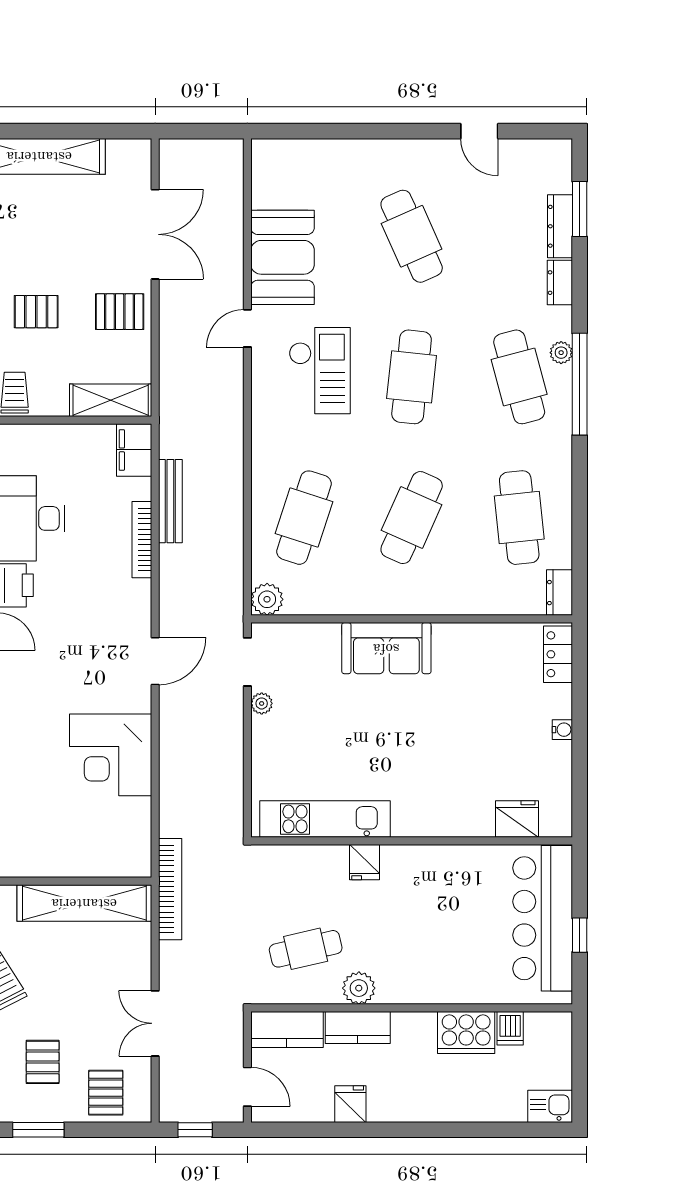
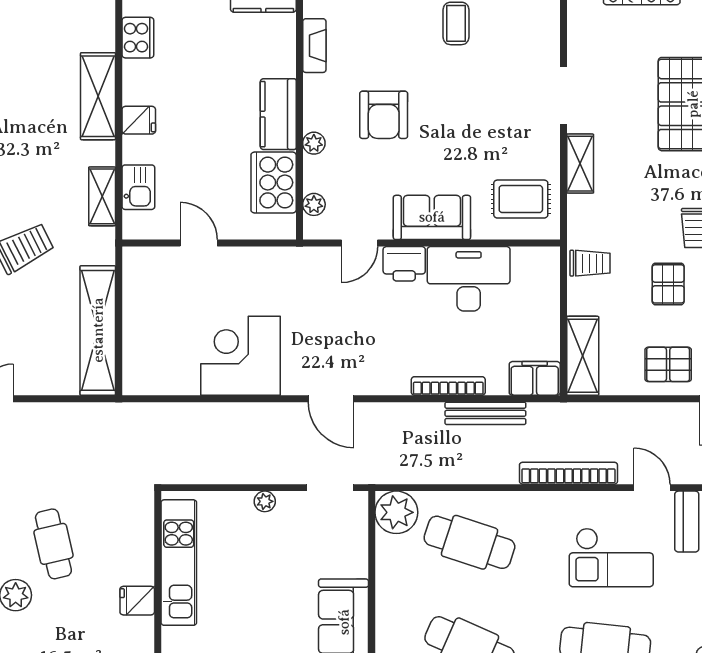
pallet: (120, 312) -> (668, 364), turned 90
plant: (267, 599) -> (396, 512), width x1.36, depth x1.36
plant: (262, 703) -> (265, 501), moved
bookcase: (170, 889) -> (568, 473), moved, turned 180

